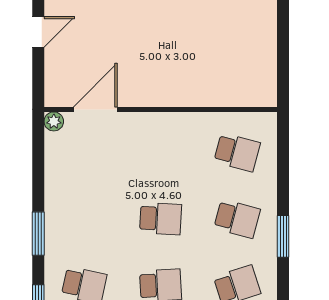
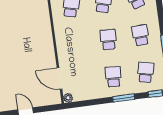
school desk: (84, 219) -> (113, 77), added

